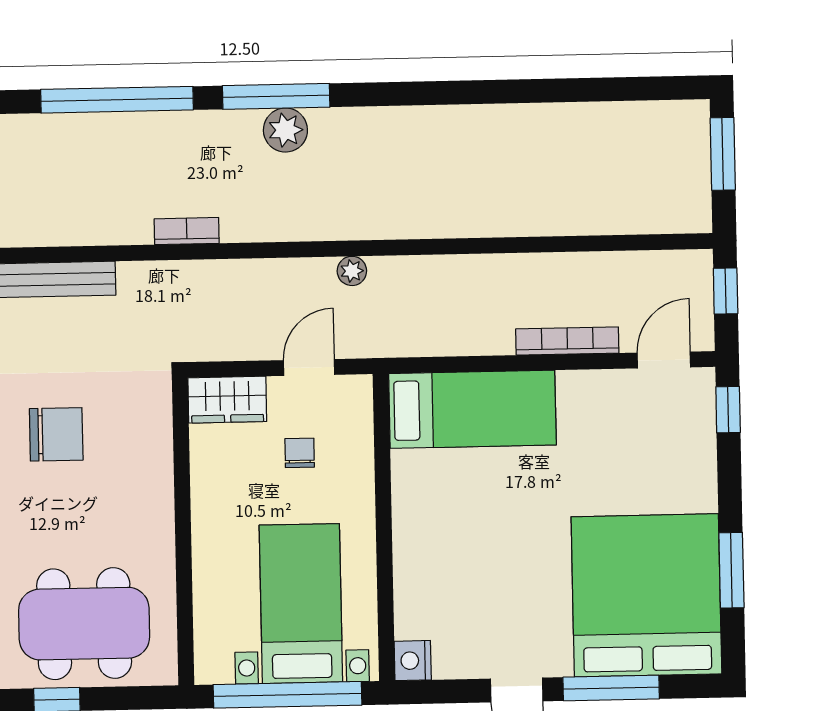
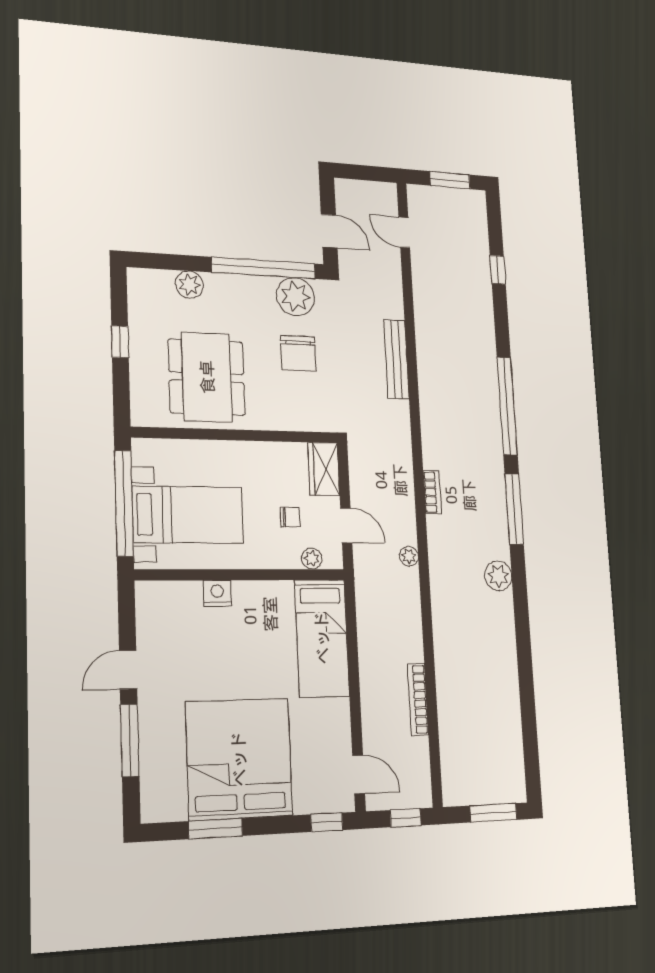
plant: (285, 130) -> (498, 576), moved
bookcase: (187, 231) -> (432, 492), moved
bookcase: (567, 341) -> (418, 699), moved, turned 180
plant: (359, 422) -> (312, 558), added
bed: (646, 595) -> (239, 759), moved, turned -90
dining table: (84, 624) -> (207, 377), moved
nightstand: (413, 661) -> (217, 593), moved

